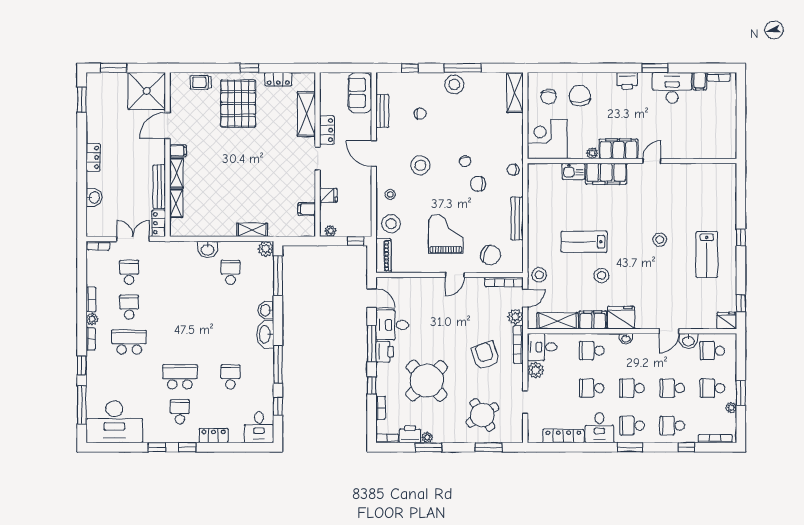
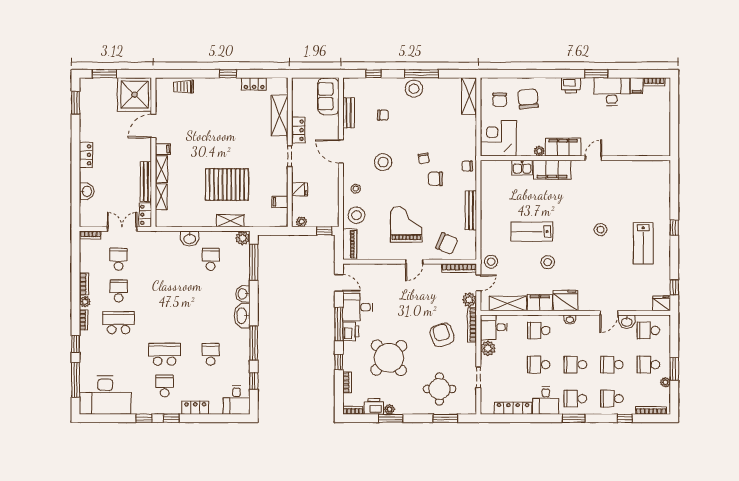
pallet: (238, 104) -> (227, 185), moved, turned 90
round table: (482, 415) -> (439, 389), turned 33

